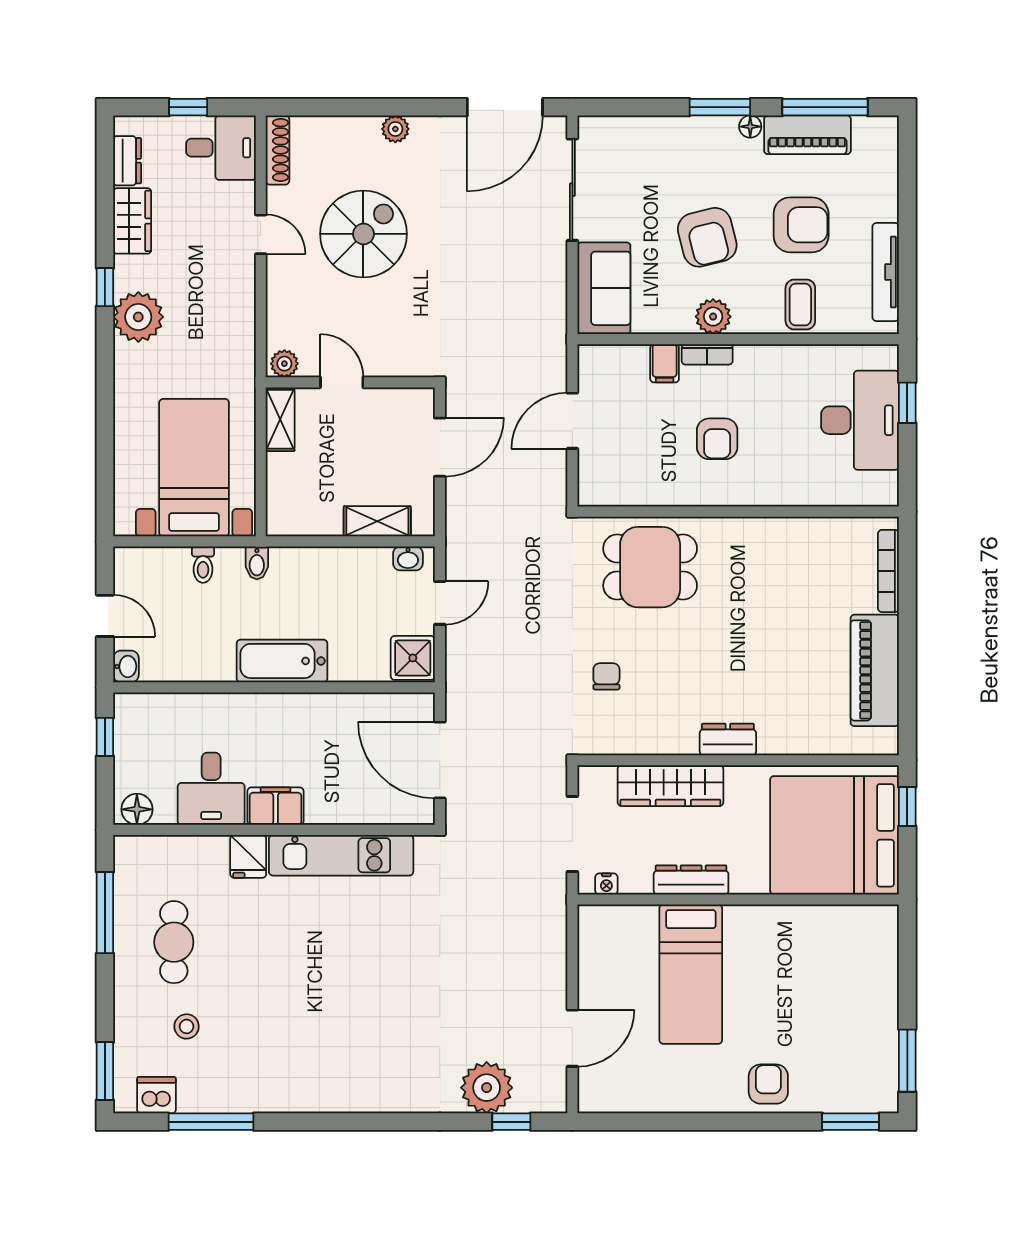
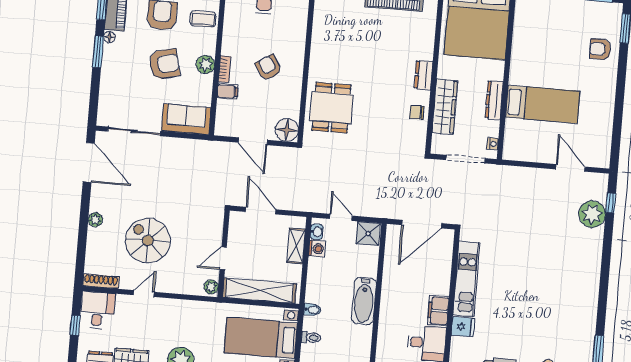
shelving: (280, 419) -> (259, 291), width x2.20, depth x1.33
armchair: (717, 439) -> (268, 68), turned -122
floor lamp: (600, 484) -> (287, 130), added
washing machine: (375, 561) -> (317, 249), added
chair: (606, 676) -> (417, 112), moved
armchair: (768, 1084) -> (600, 49), moved

